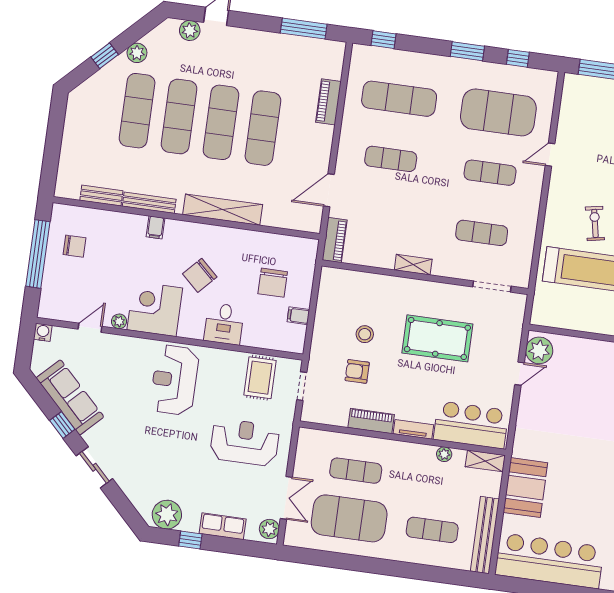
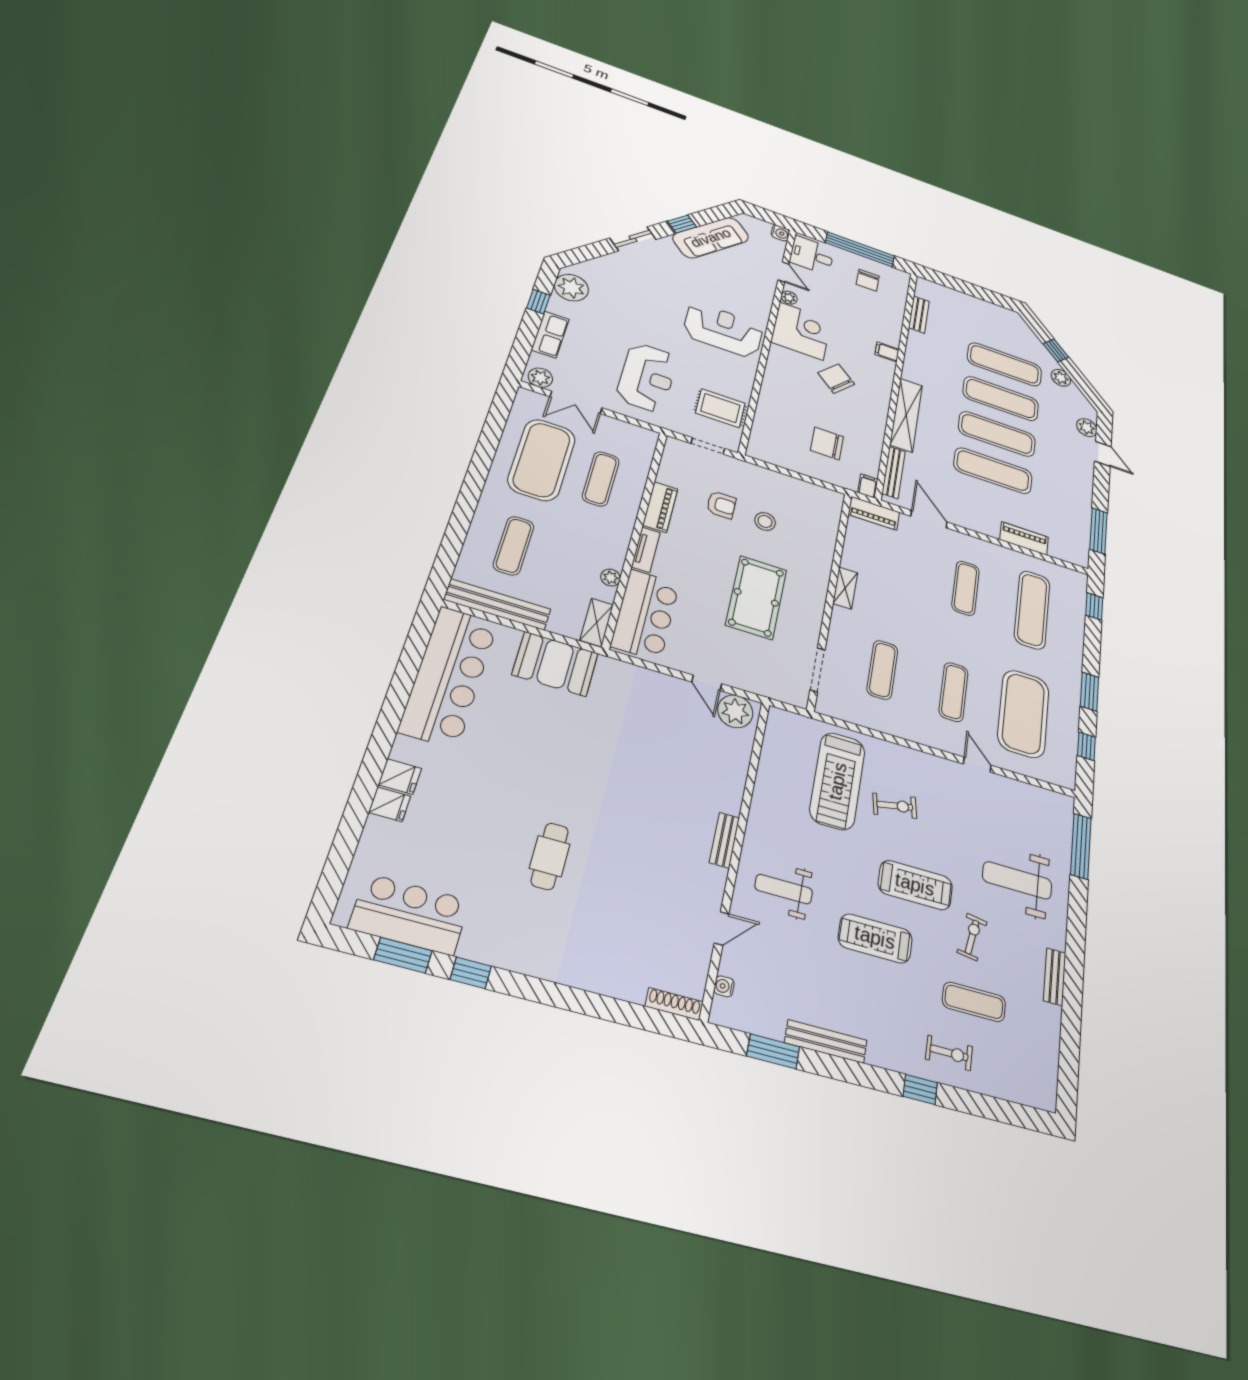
bench: (149, 203) -> (894, 472), moved
filing cabinet: (298, 316) -> (868, 486), moved
desk: (224, 324) -> (812, 255), moved
armchair: (357, 371) -> (721, 505), turned 90

